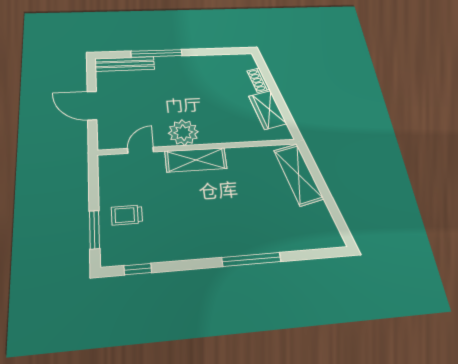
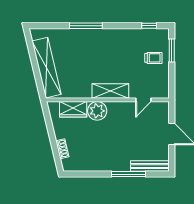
wardrobe: (268, 110) -> (73, 109), moved, turned 103
plant: (183, 132) -> (97, 111), moved
shelving: (299, 174) -> (47, 68), width x1.47

